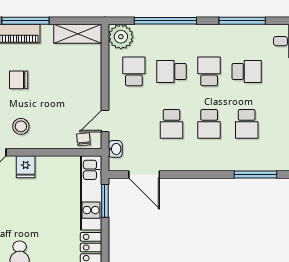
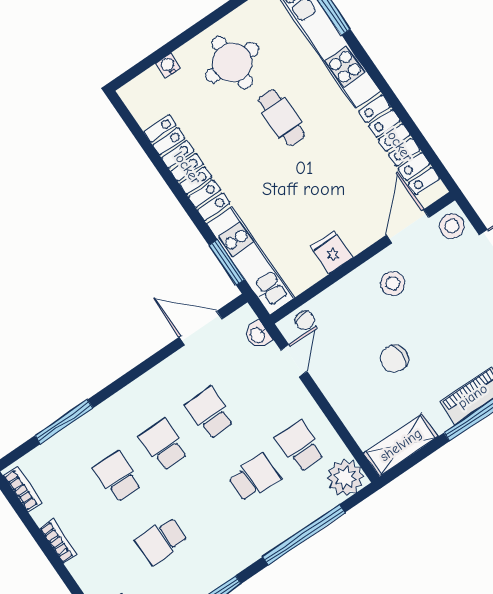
school desk: (134, 71) -> (300, 446), turned 180
school desk: (209, 71) -> (208, 509), removed
chair: (19, 80) -> (395, 359), moved, turned 180
fridge: (26, 167) -> (332, 252), moved

